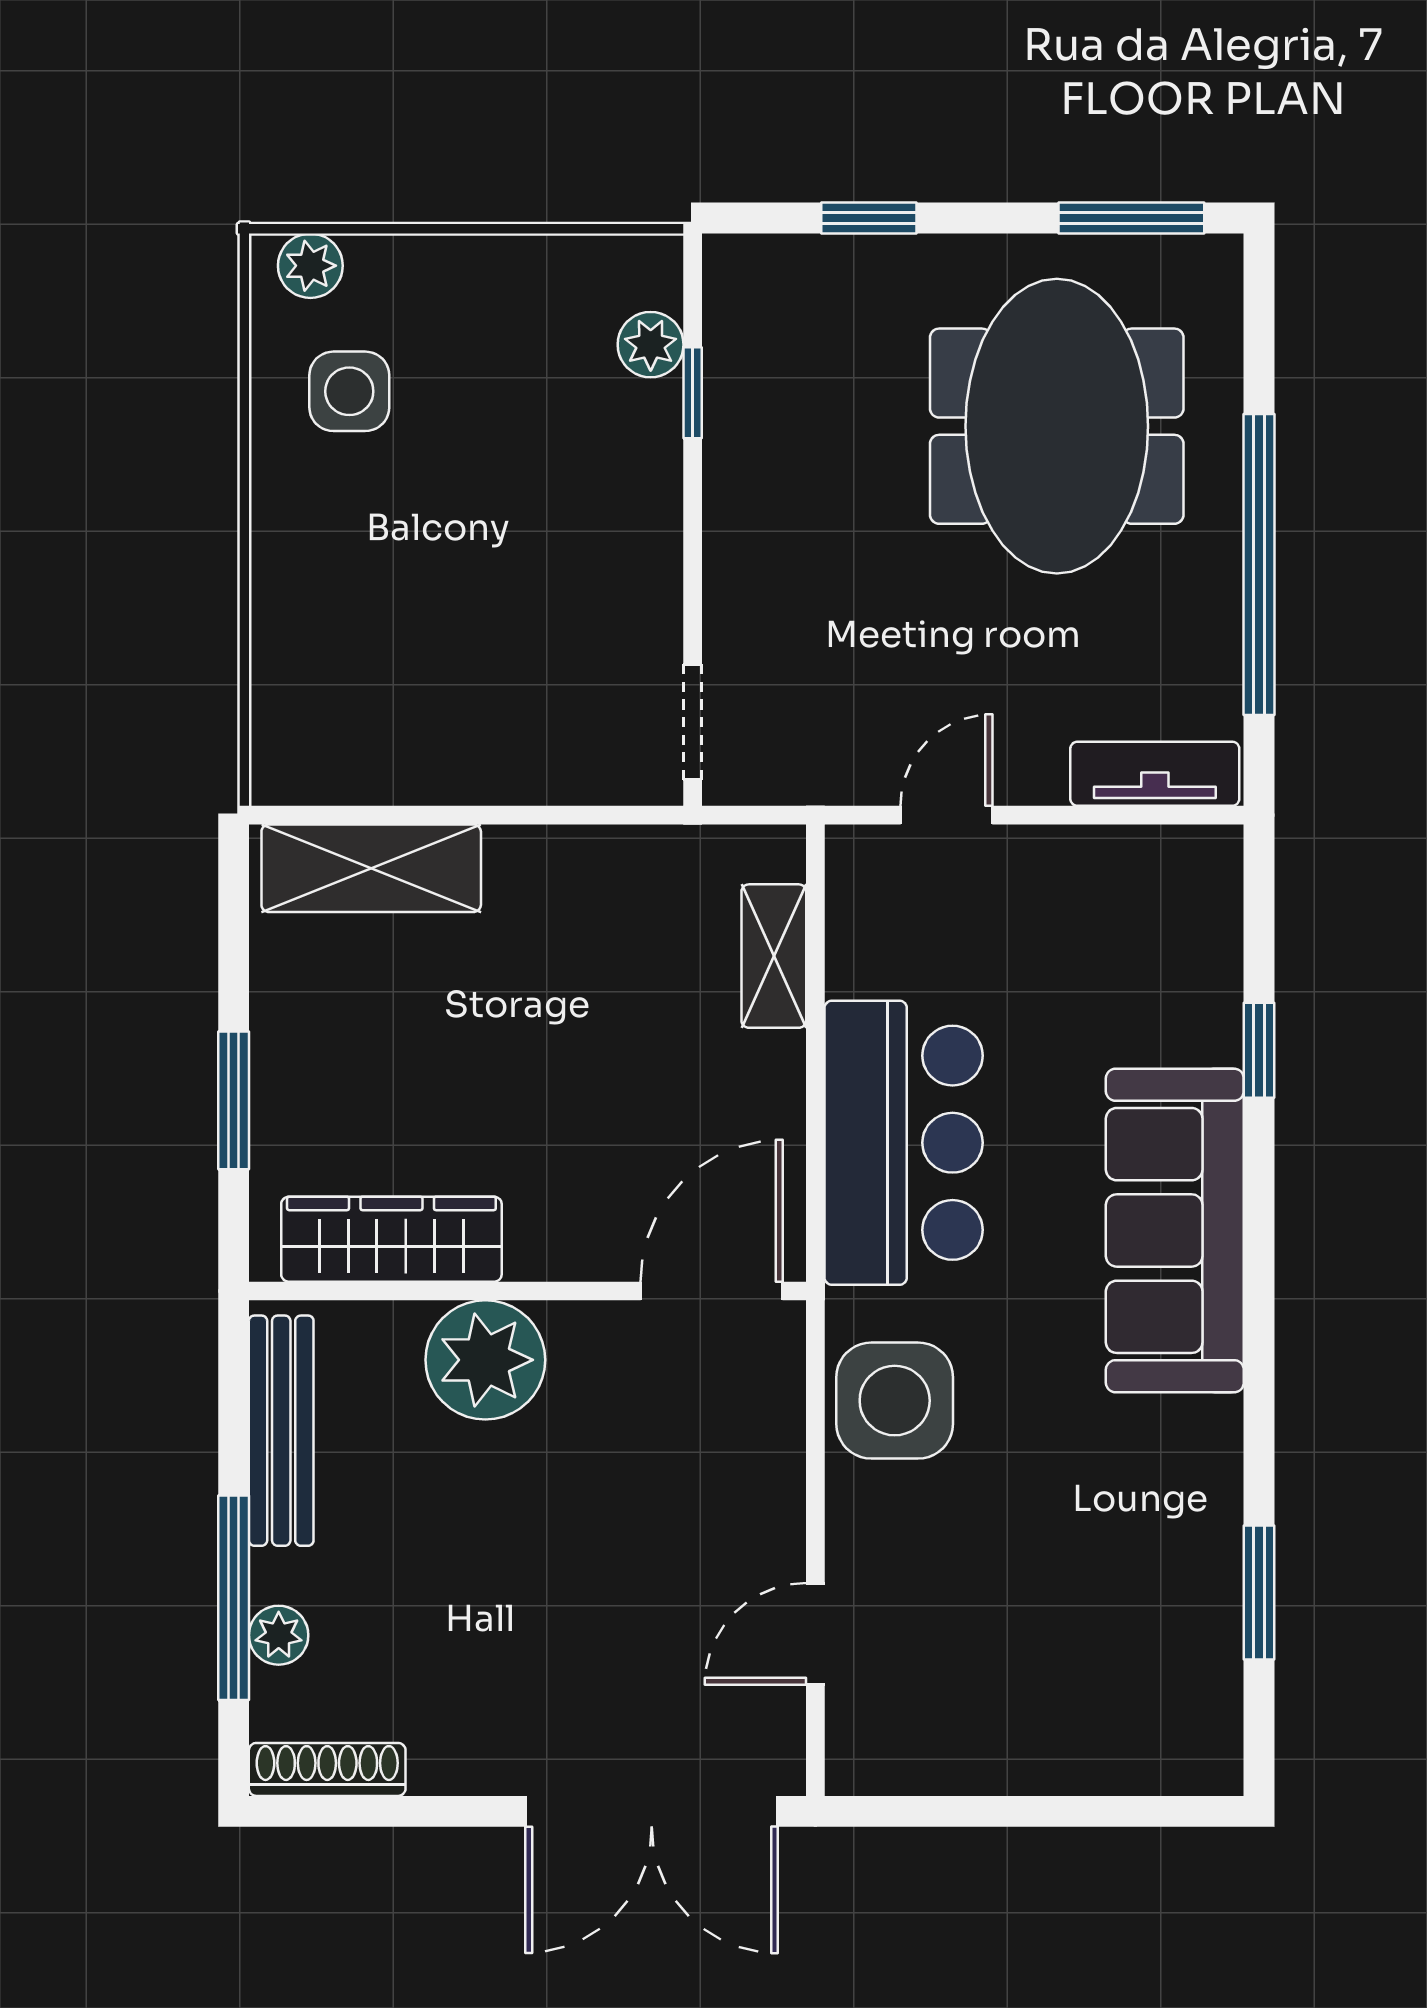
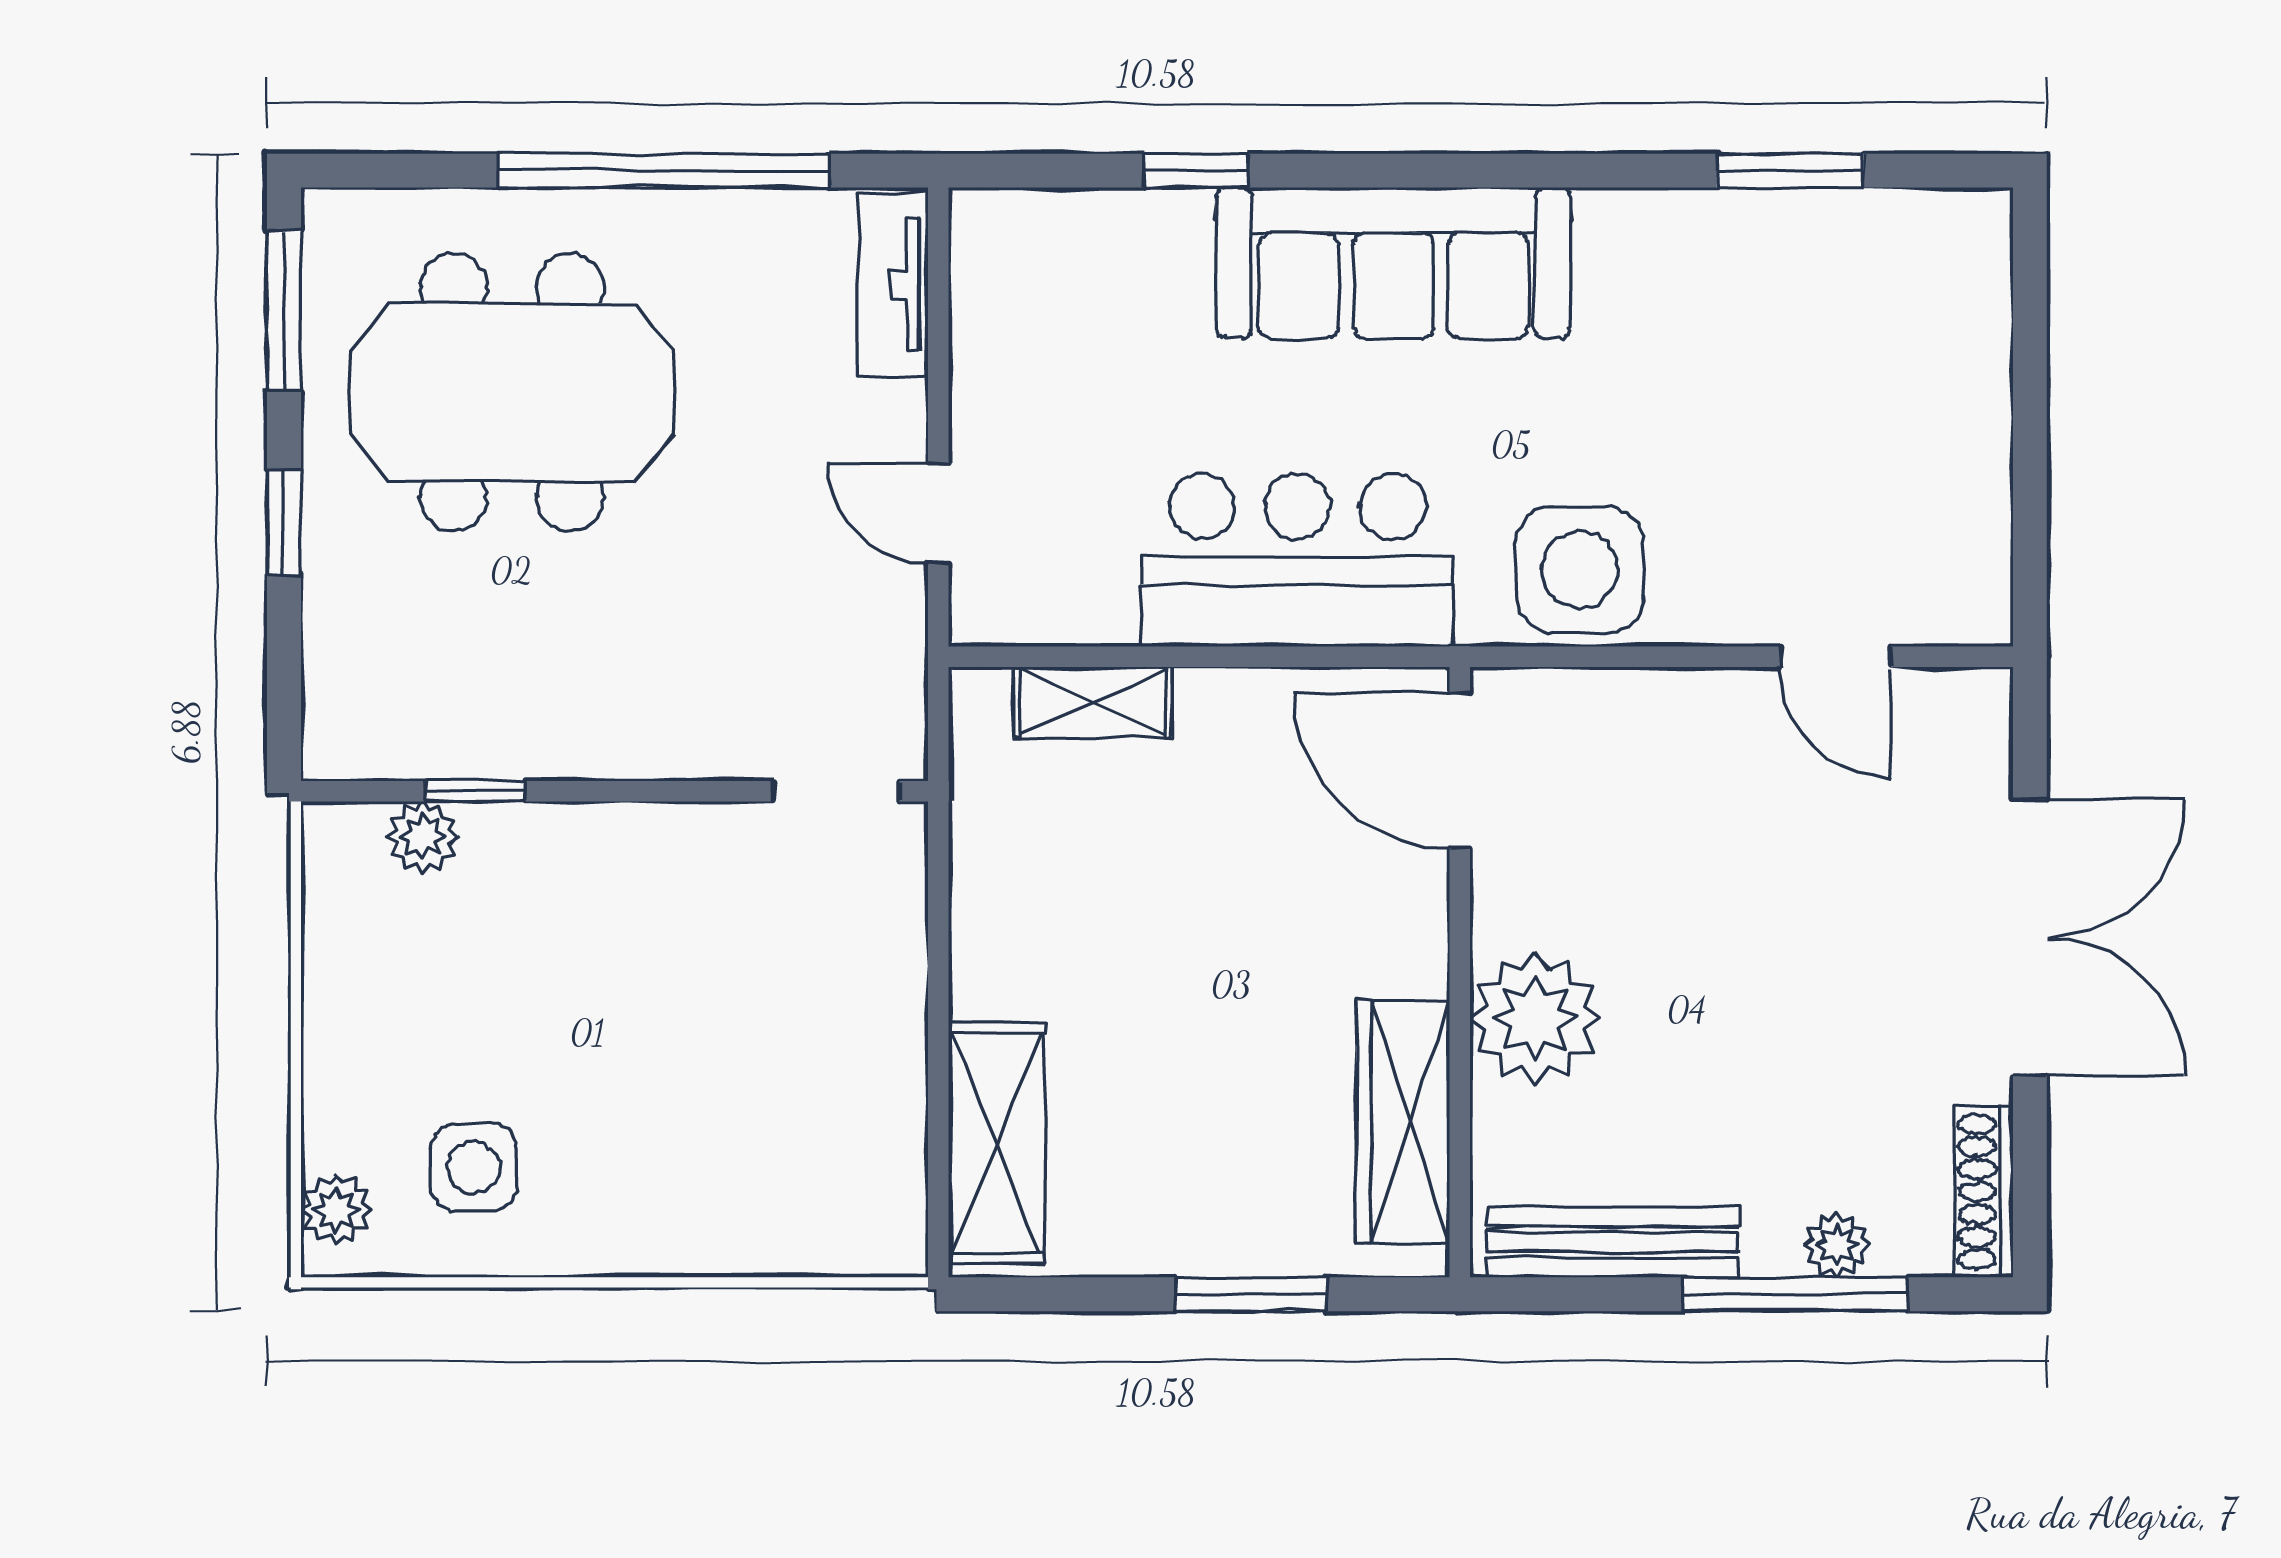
window: (869, 218) -> (284, 522), moved
double door: (652, 1811) -> (2030, 938), moved

